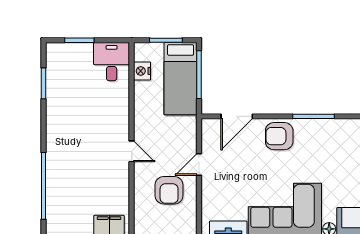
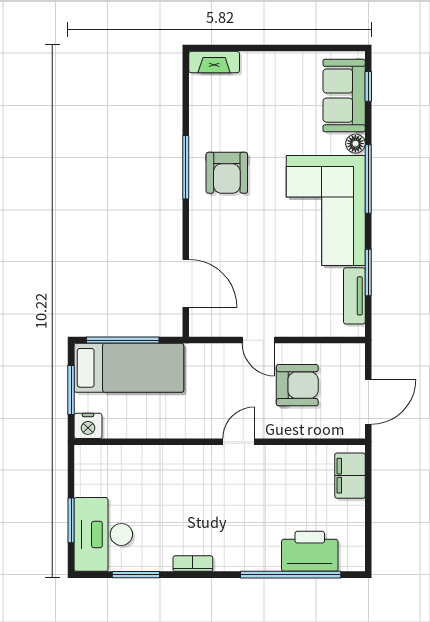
desk: (112, 62) -> (103, 534), moved, width x1.37
nightstand: (142, 71) -> (88, 426), moved
bookcase: (51, 121) -> (193, 564), added
armchair: (279, 136) -> (227, 173), moved
printer: (59, 199) -> (310, 551), added

